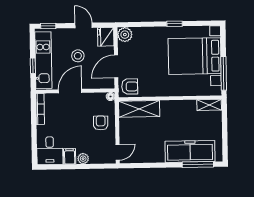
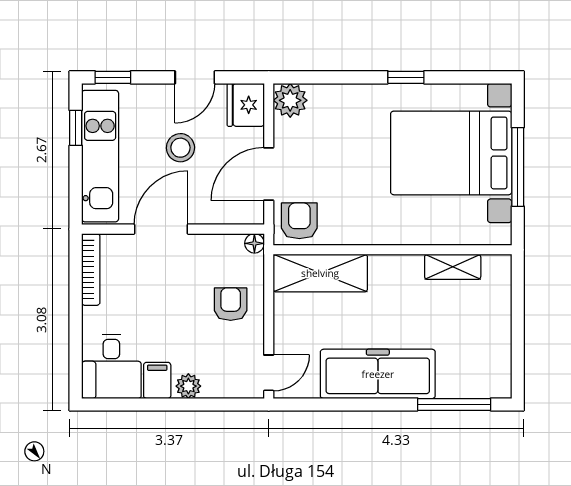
door: (84, 25) -> (195, 77), swing flipped
window: (33, 66) -> (76, 128), moved
window: (224, 73) -> (518, 167), moved
armchair: (130, 86) -> (299, 221), turned -90
shelving: (209, 105) -> (453, 267), moved
freezer: (190, 151) -> (378, 374), moved

